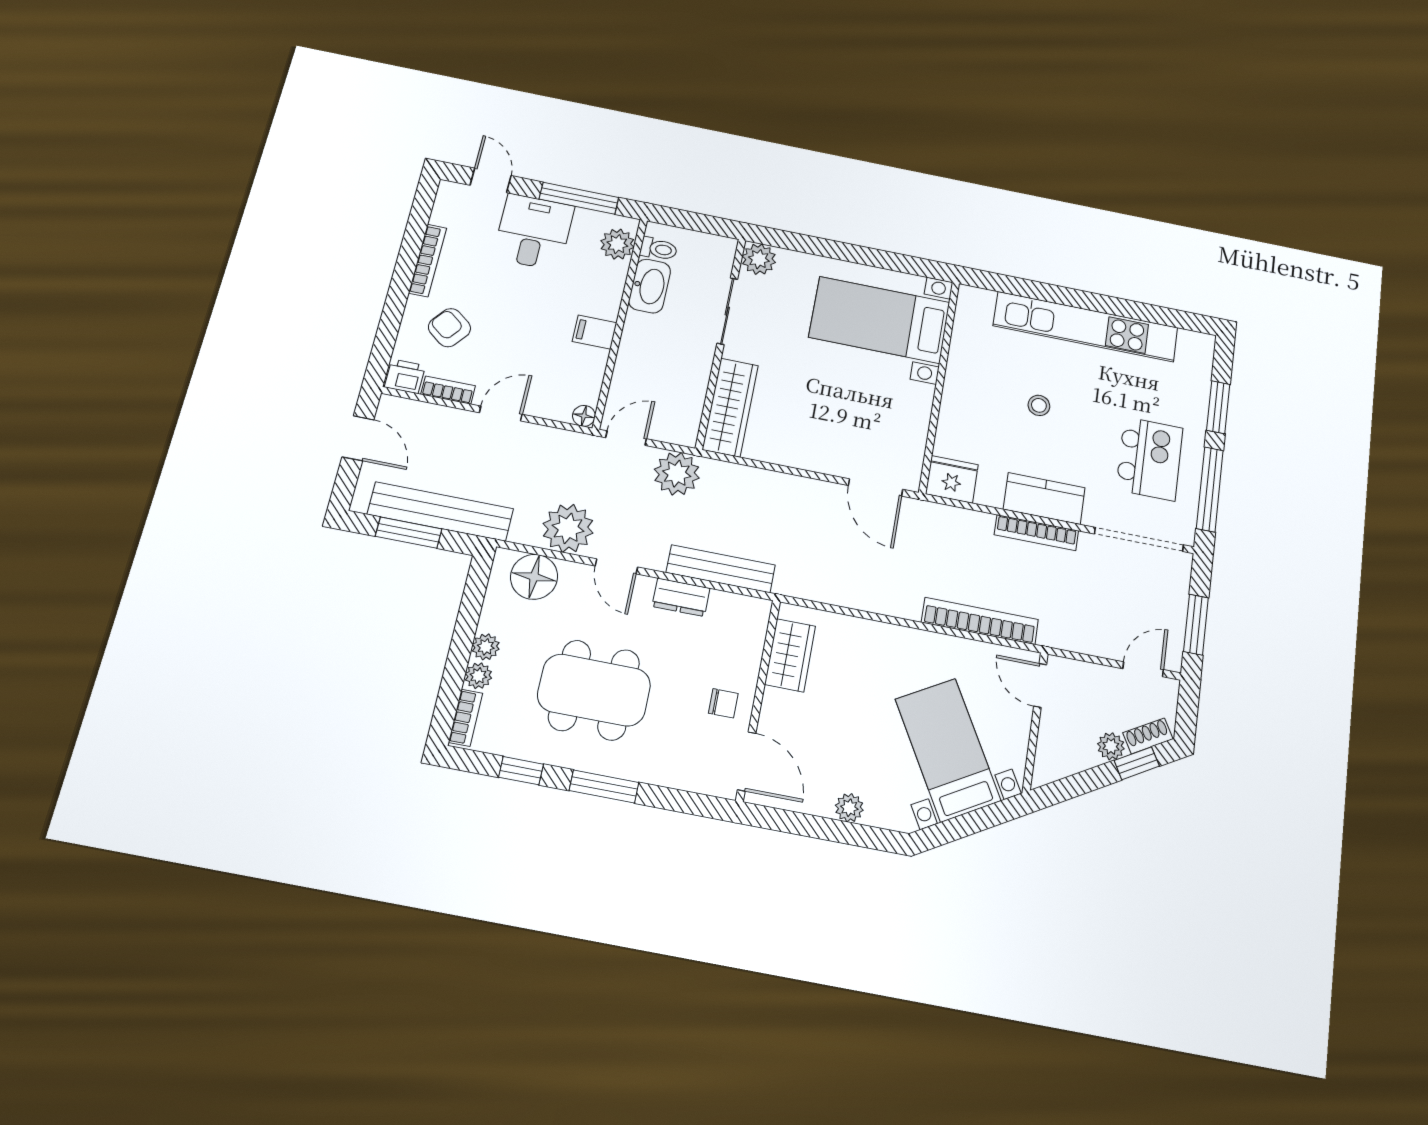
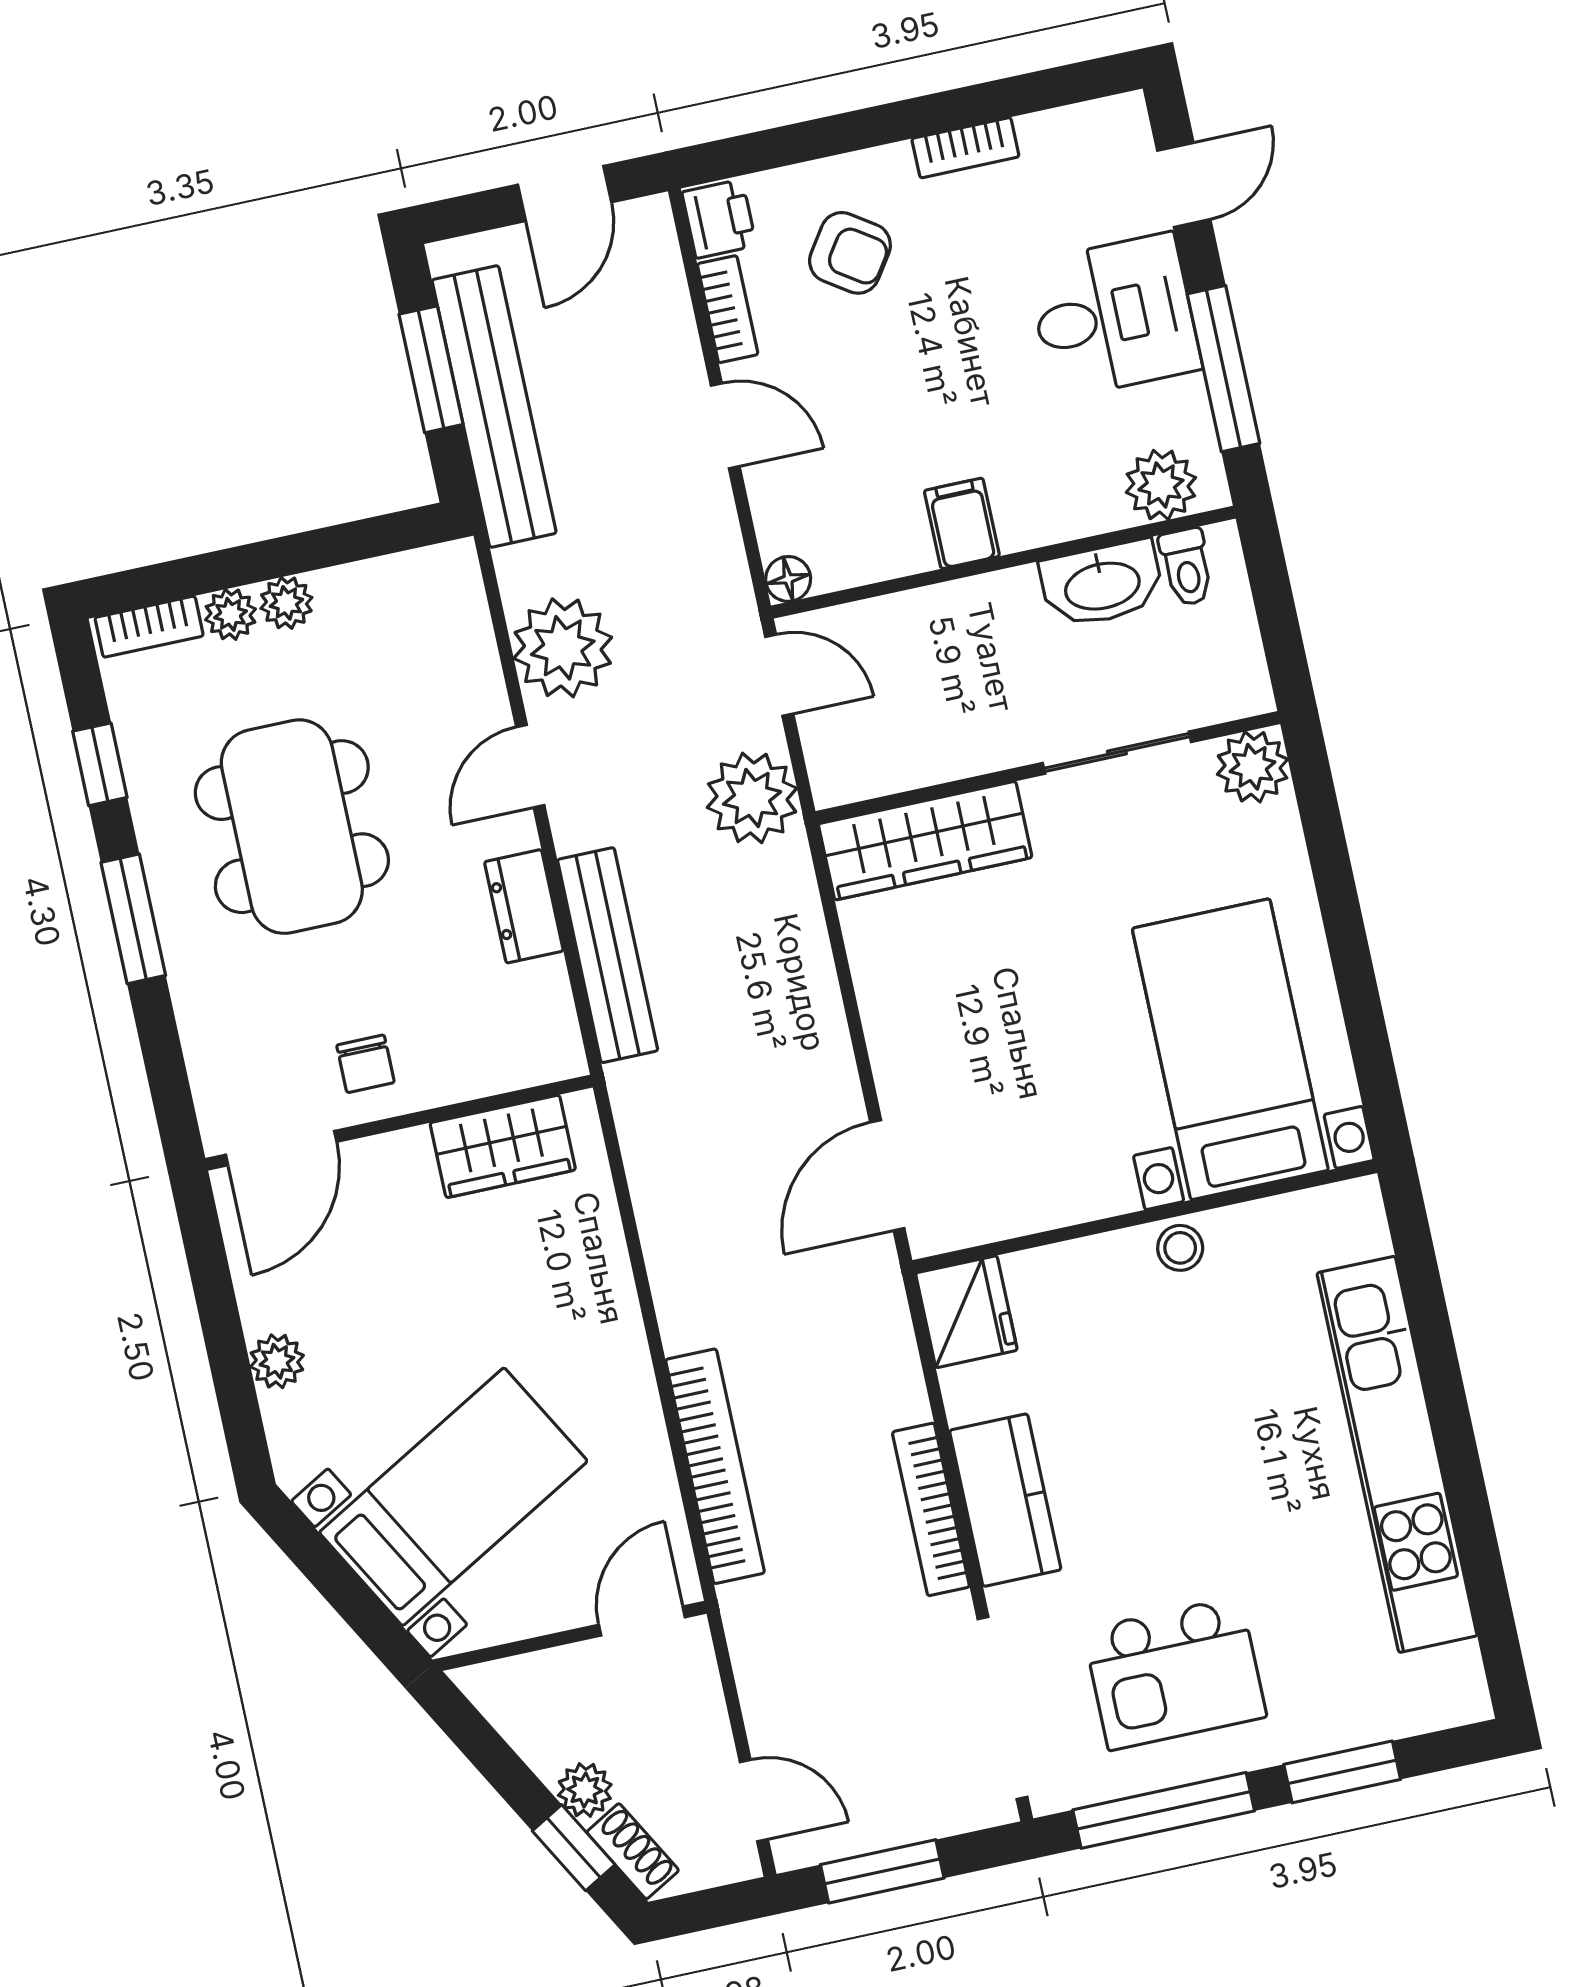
bookcase: (428, 260) -> (965, 148), width x0.64
armchair: (449, 328) -> (850, 253), turned 86
stool: (1039, 405) -> (1180, 1248), moved
floor lamp: (534, 577) -> (448, 629), removed

